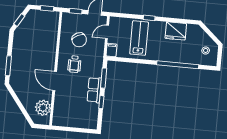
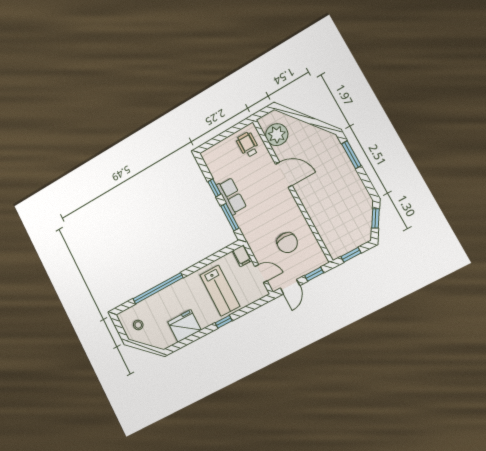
door: (107, 32) -> (261, 274), hinge flipped
chair: (79, 40) -> (287, 243), turned -153
wheelchair: (74, 64) -> (248, 145), moved

